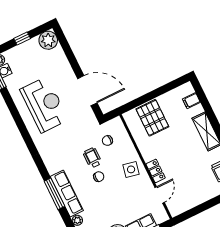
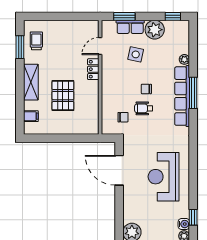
pallet: (152, 118) -> (63, 96), moved
wheelchair: (92, 158) -> (144, 108), turned 90
side table: (131, 169) -> (136, 54), moved
row of seats: (67, 193) -> (182, 96), width x1.36

